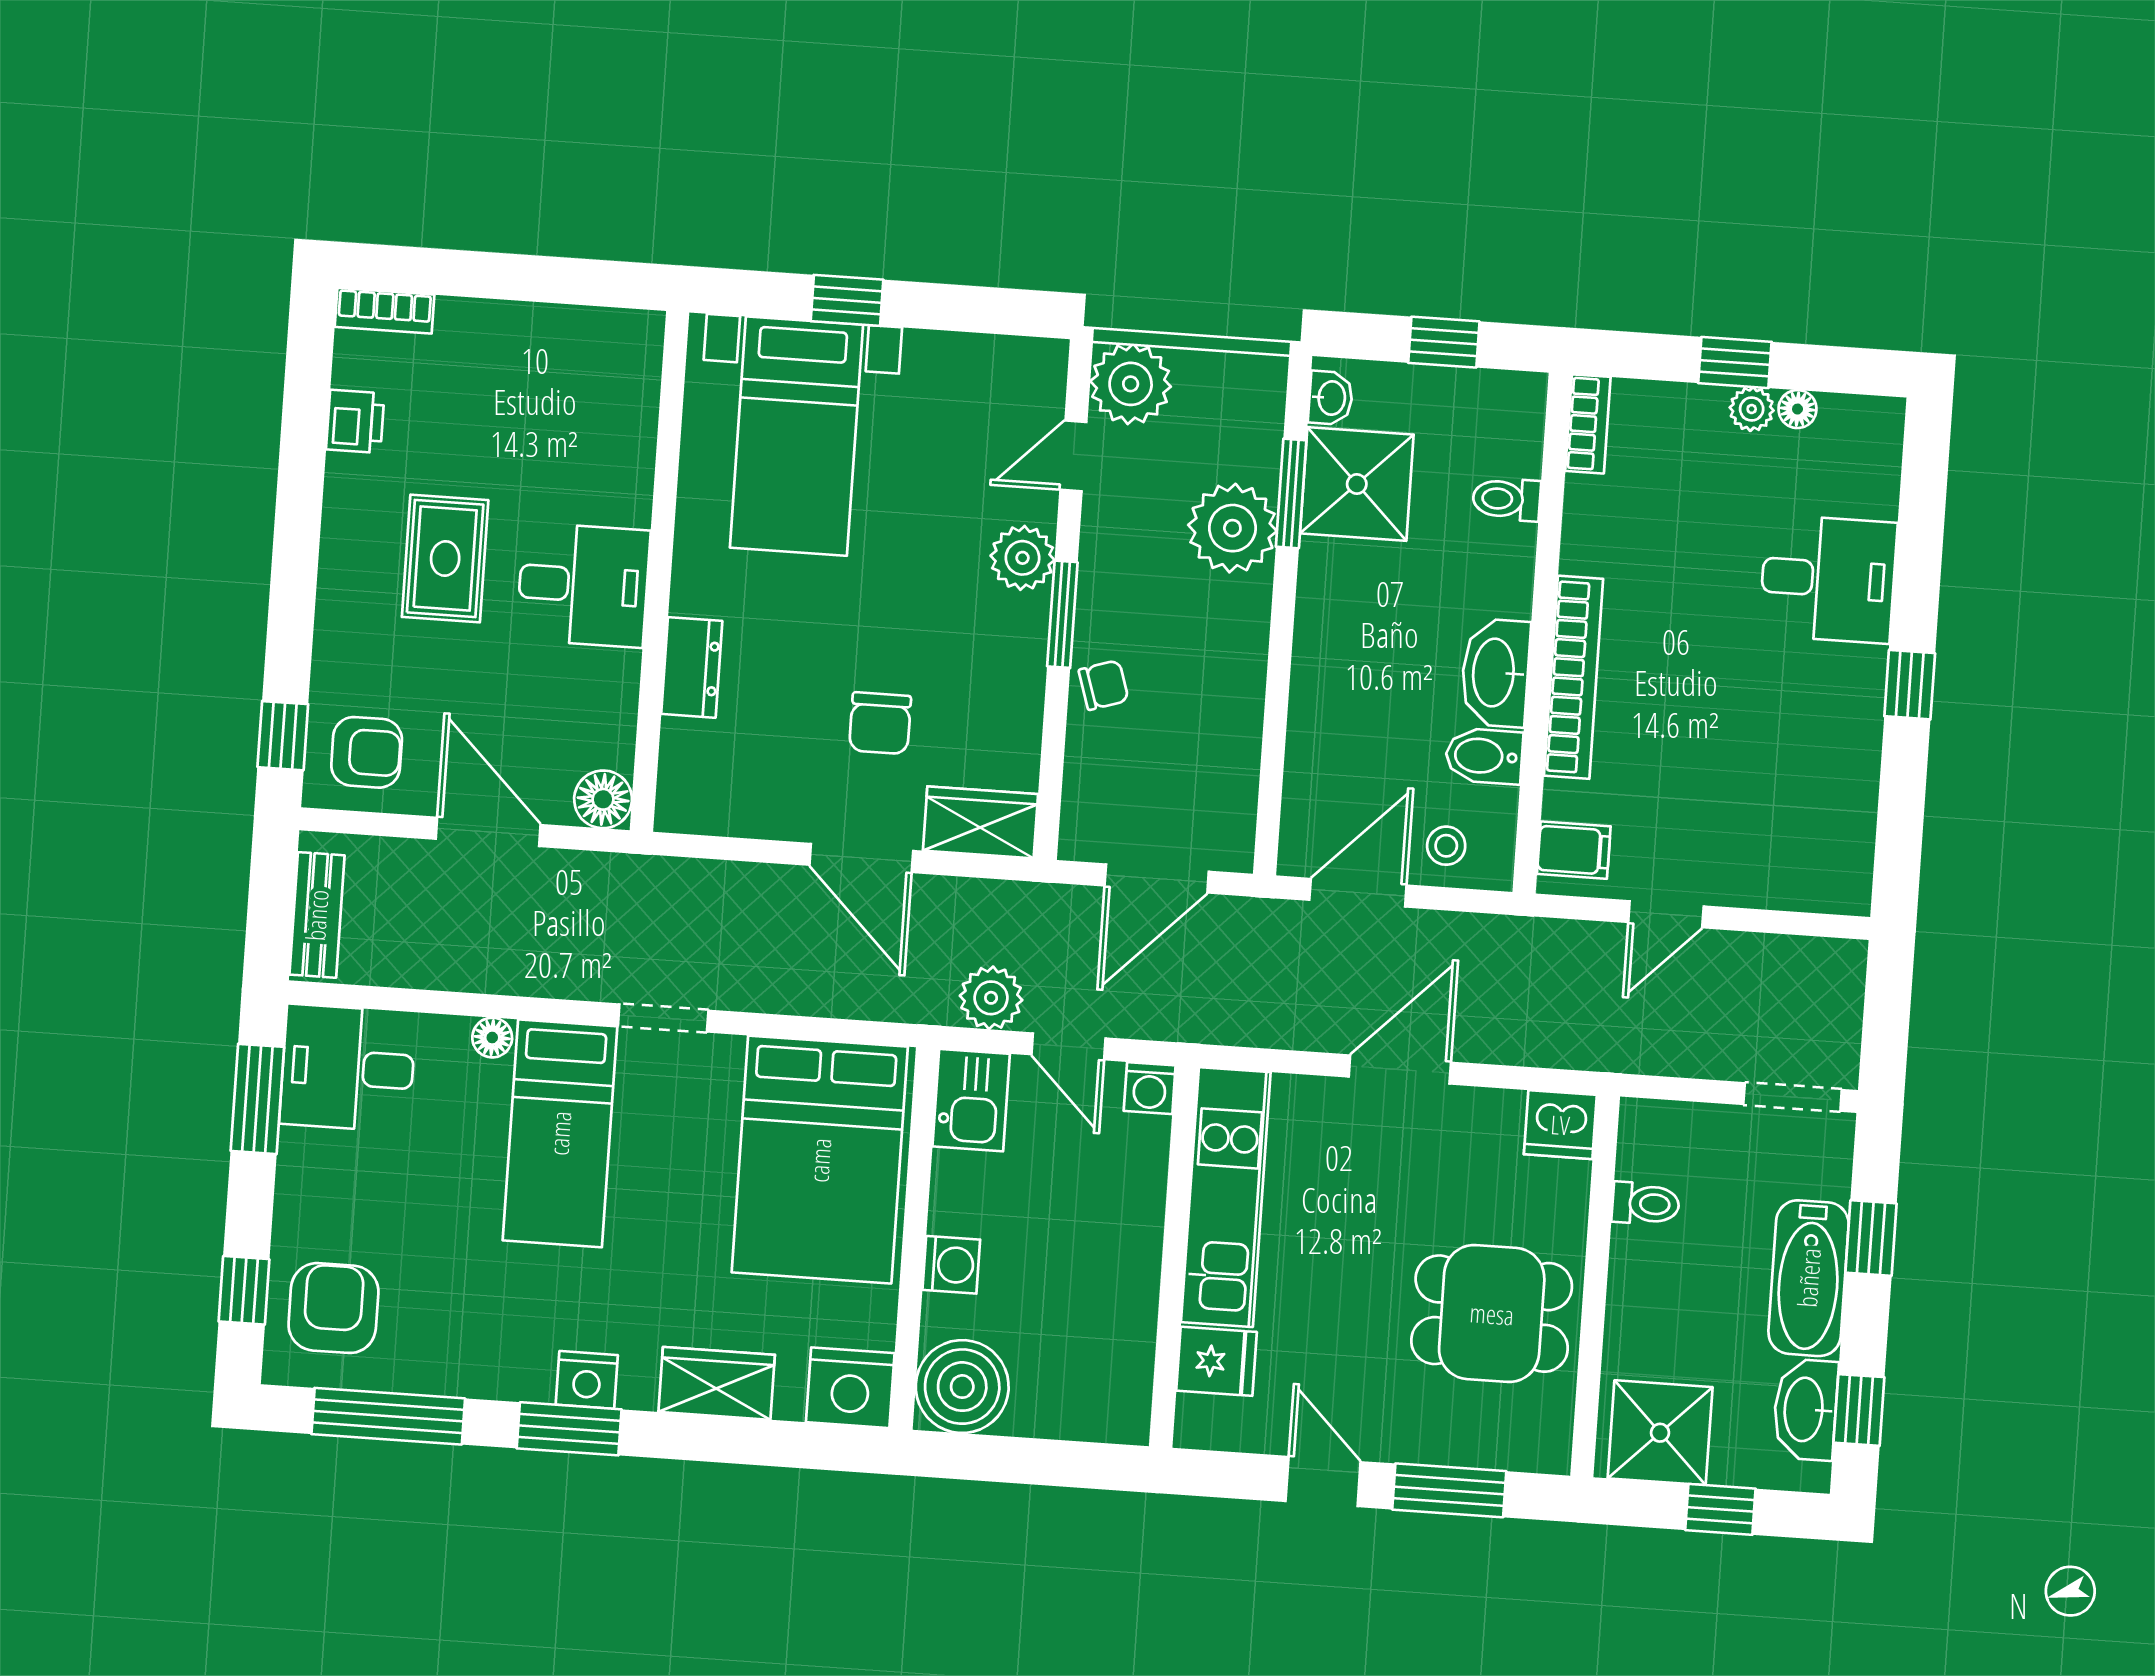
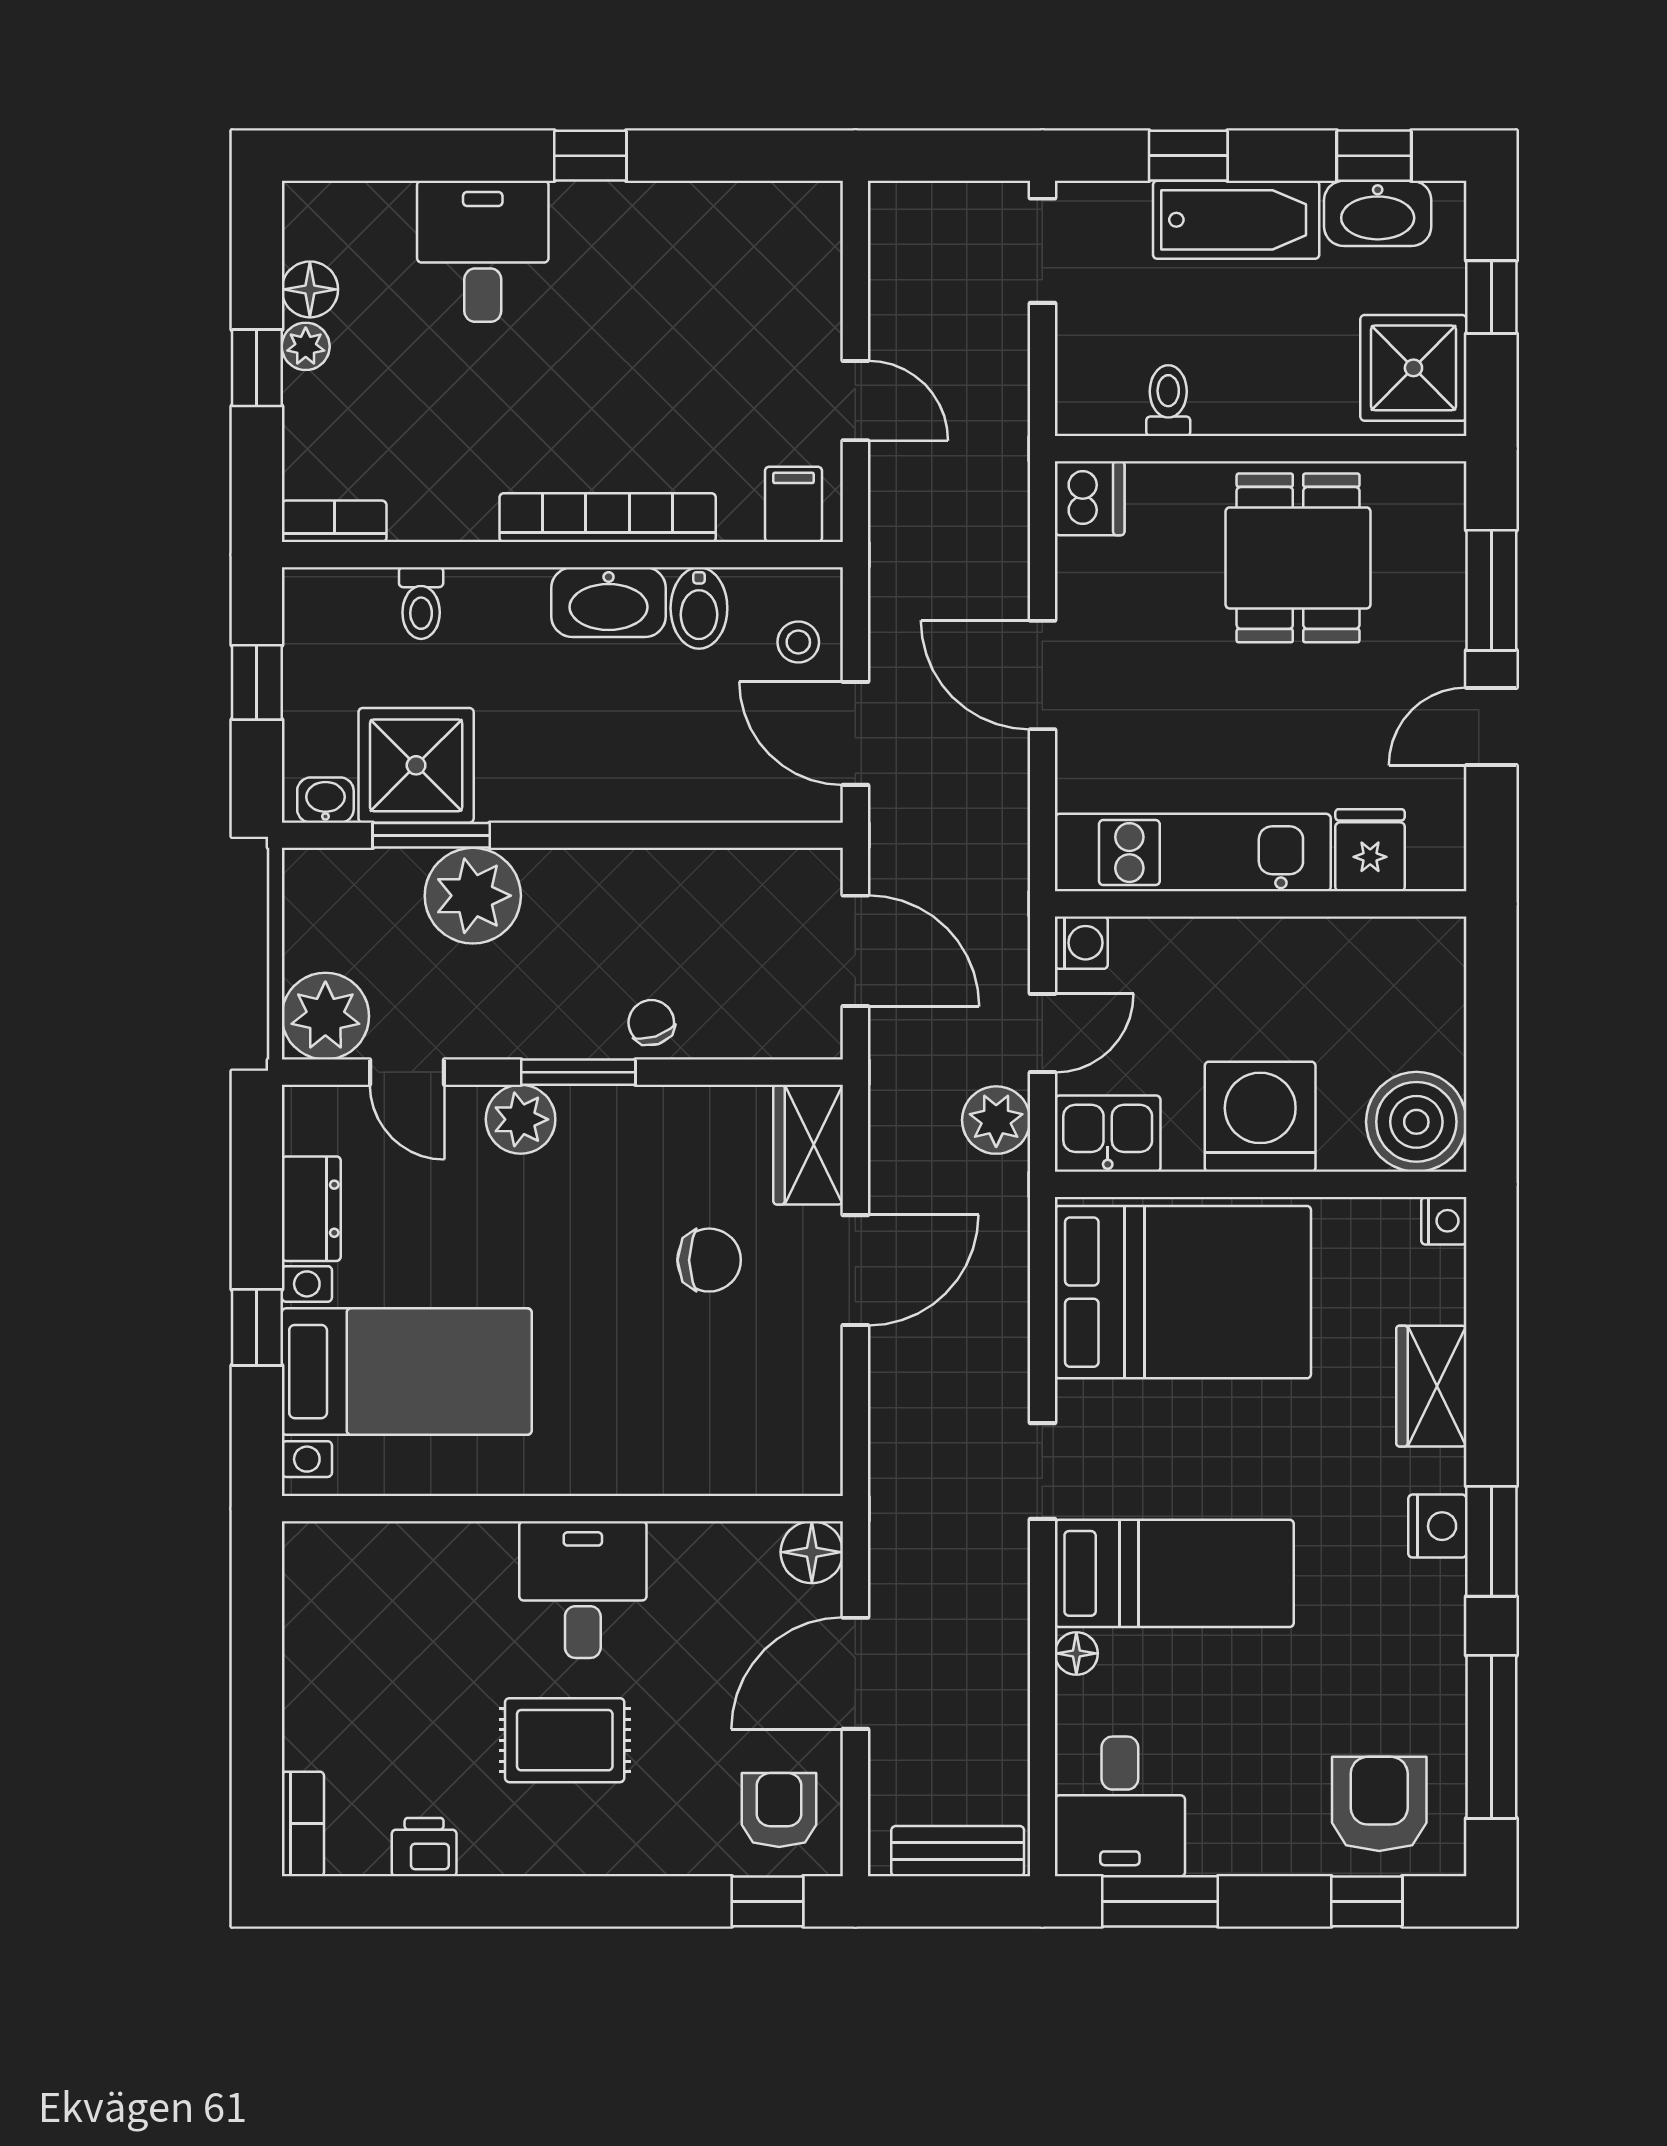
floor lamp: (1797, 409) -> (310, 289), width x1.37, depth x1.37
dresser: (692, 667) -> (311, 1209), moved, turned 90
washing machine: (951, 1265) -> (1260, 1117), width x1.89, depth x1.89
armchair: (333, 1308) -> (1379, 1804), turned 90
nightstand: (850, 1388) -> (1444, 1221), width x0.53, depth x0.56

